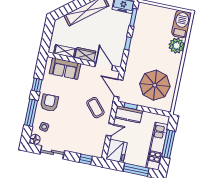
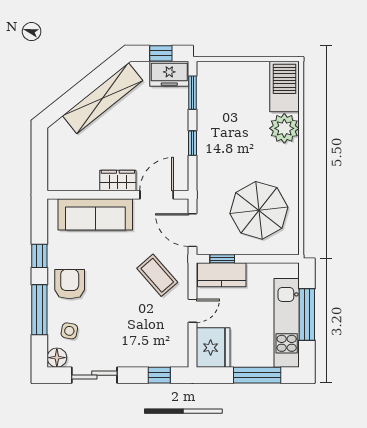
shelving: (65, 51) -> (78, 182), removed
door: (104, 66) -> (157, 195), hinge flipped
sofa: (65, 69) -> (95, 214), width x1.36

